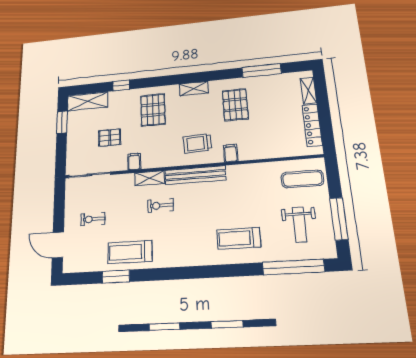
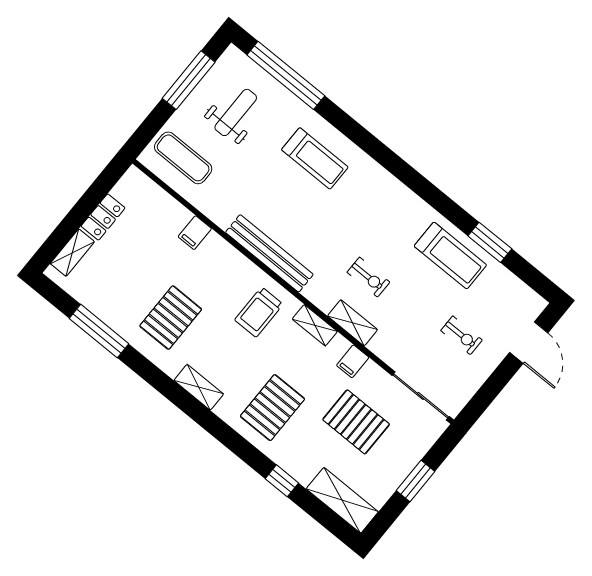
window: (62, 122) -> (415, 481), moved
locker: (312, 125) -> (103, 217), width x0.66
pallet: (110, 138) -> (356, 422), width x1.50, depth x1.42
trolley: (197, 143) -> (259, 312), turned 93
filing cabinet: (231, 153) -> (195, 233), moved
shelving: (166, 161) -> (315, 325), added
bench: (195, 175) -> (269, 253), moved

